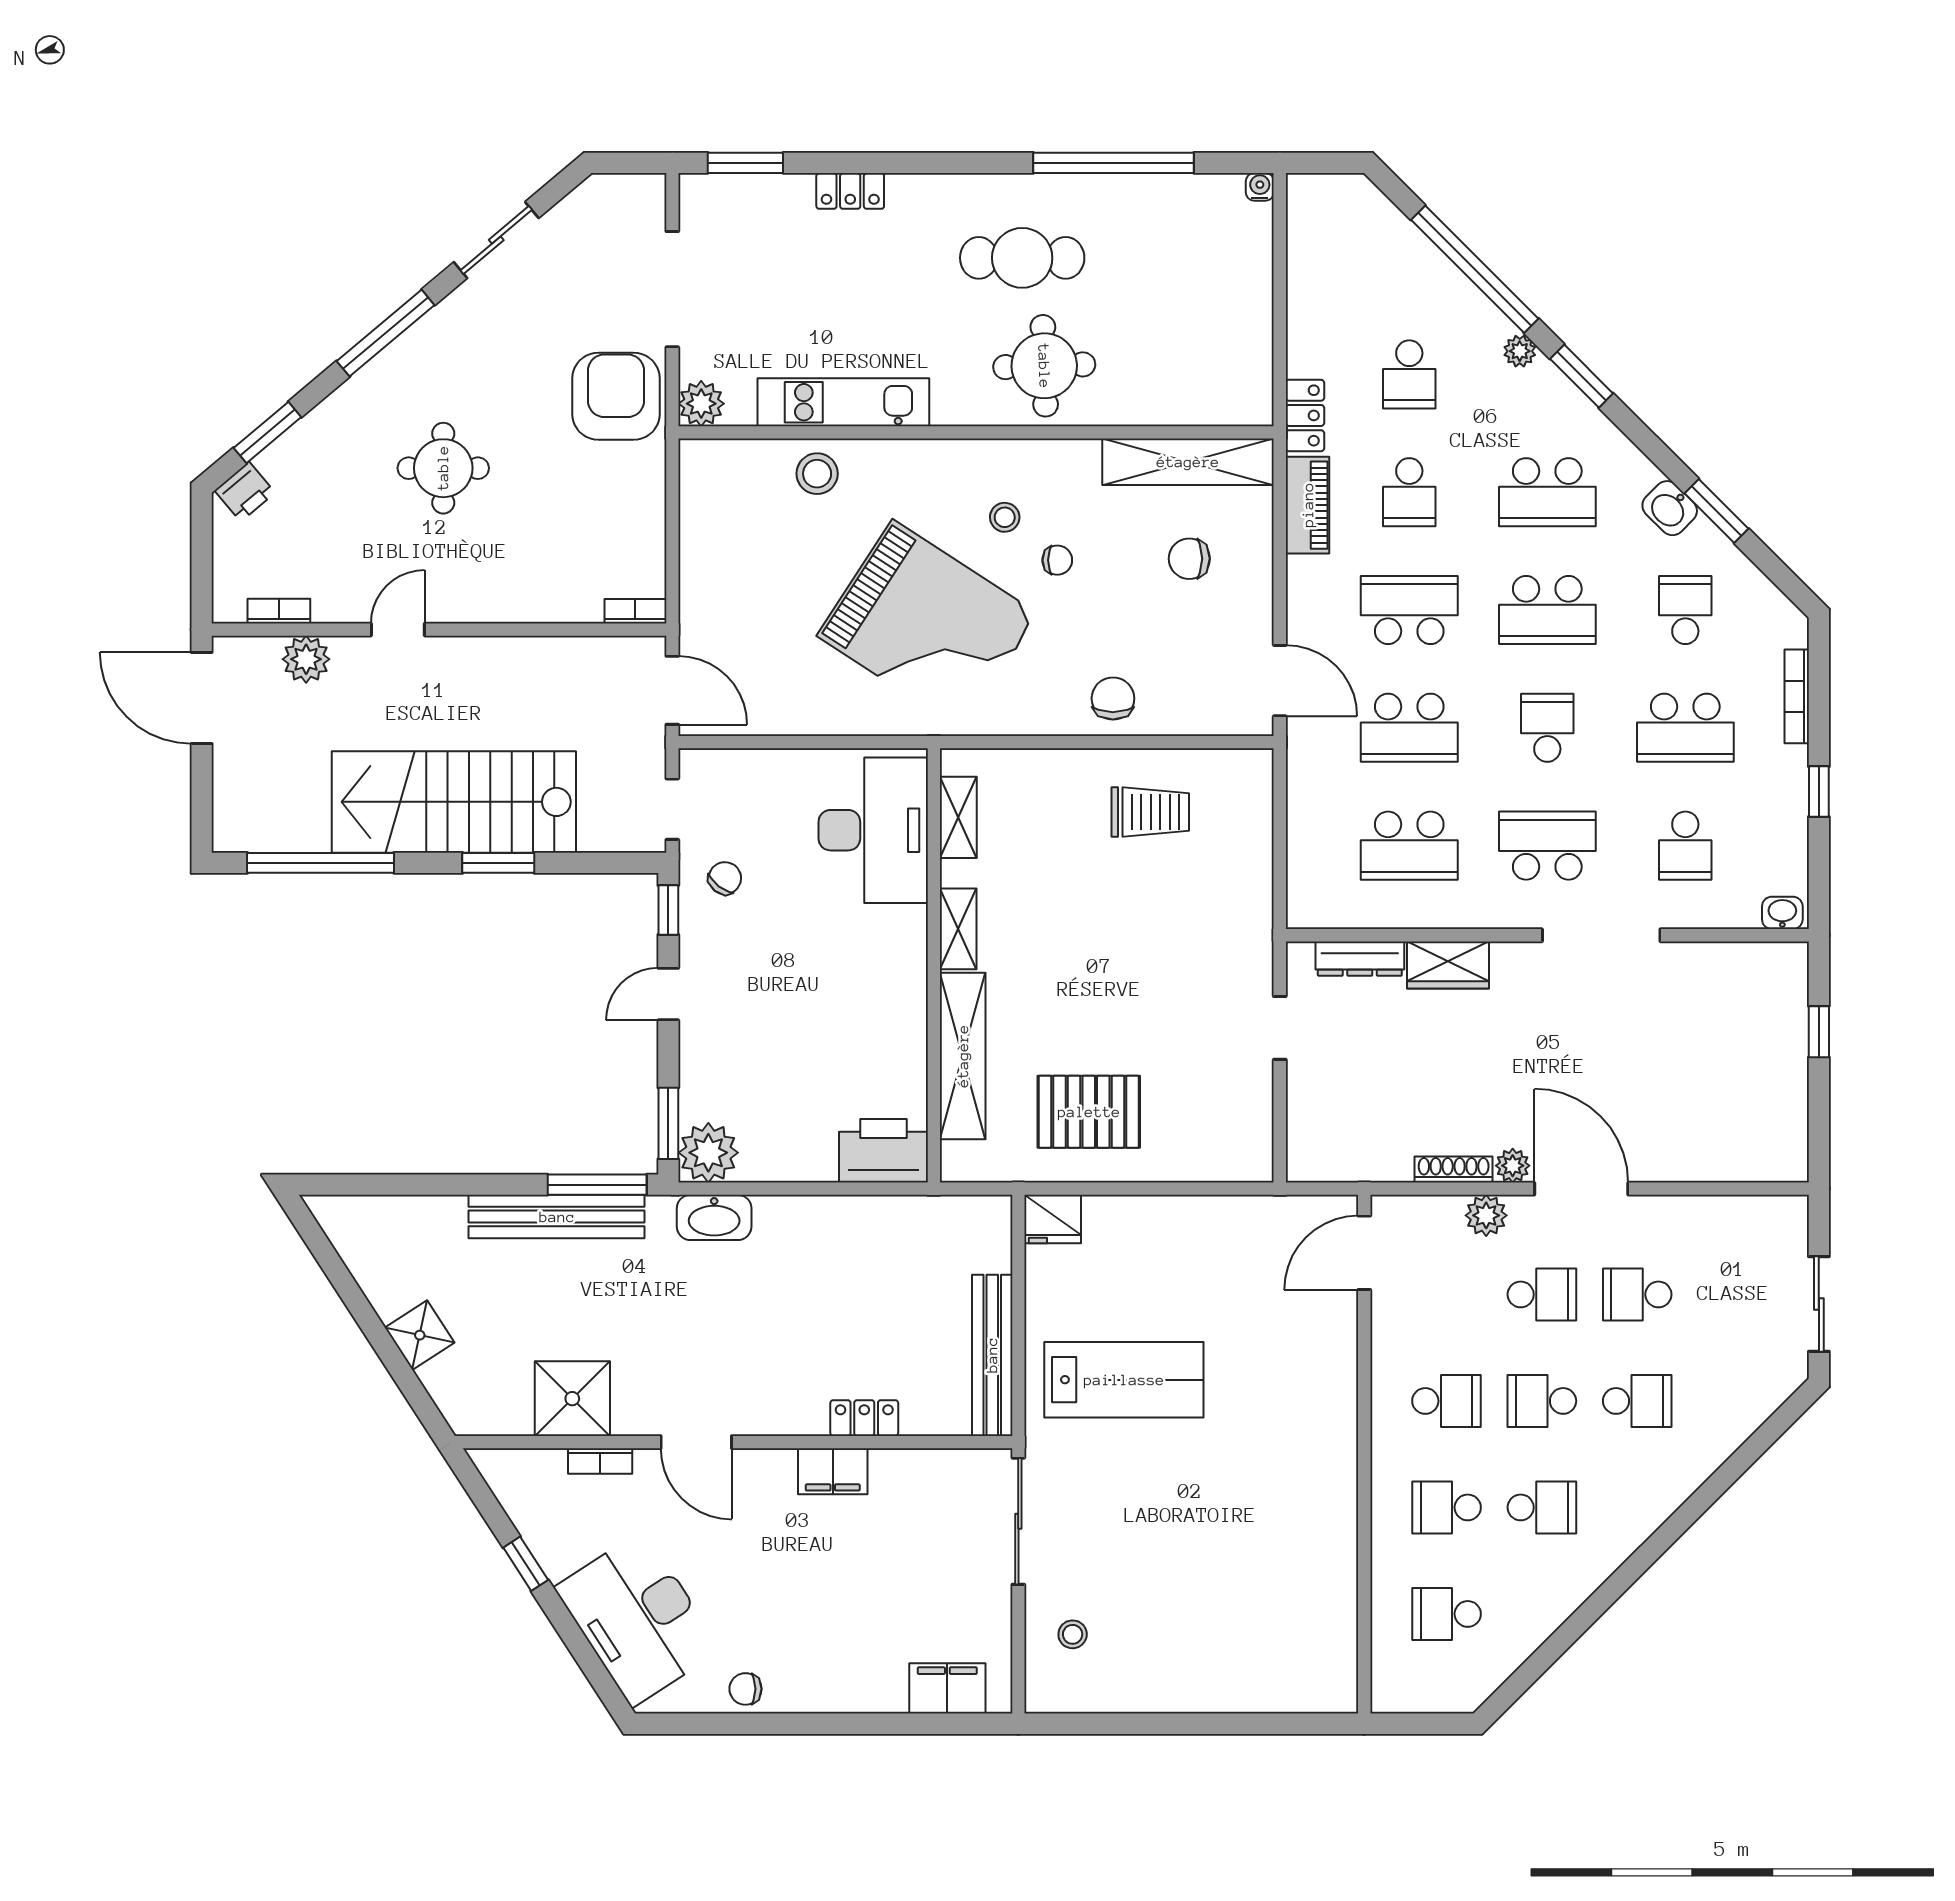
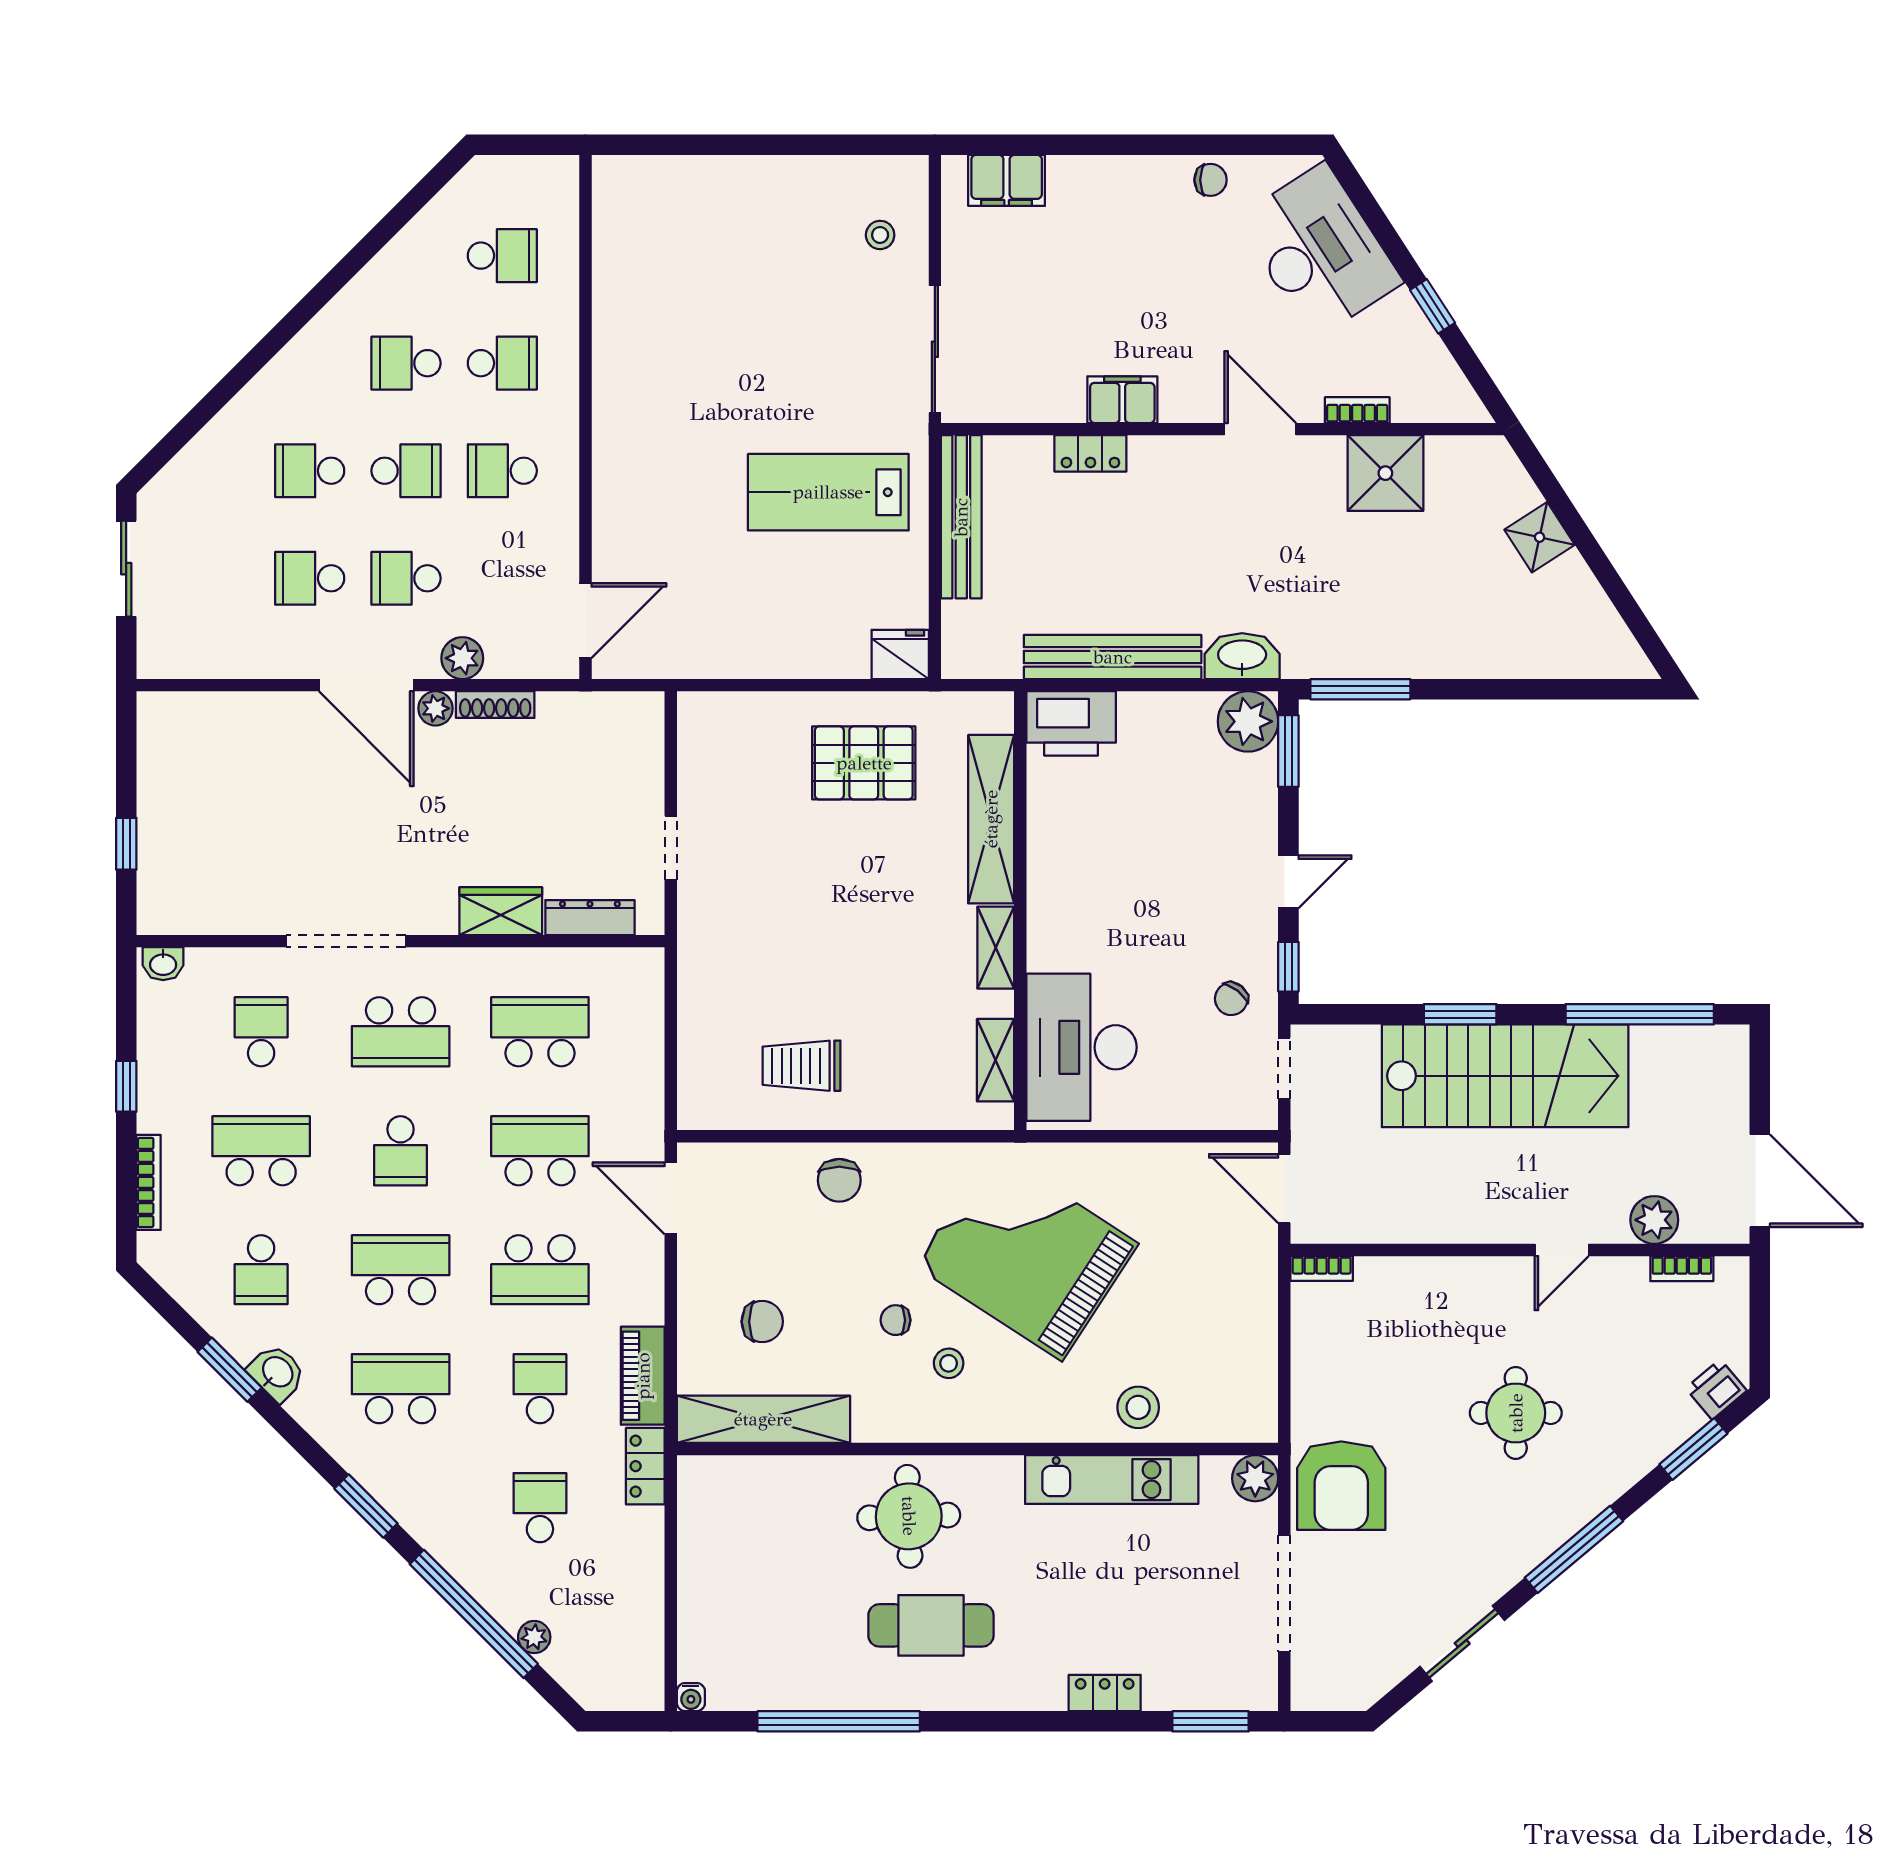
plant: (1520, 351) -> (534, 1637), moved
bench: (557, 1217) -> (1113, 657), moved
school desk: (1637, 1294) -> (310, 578), turned 180

